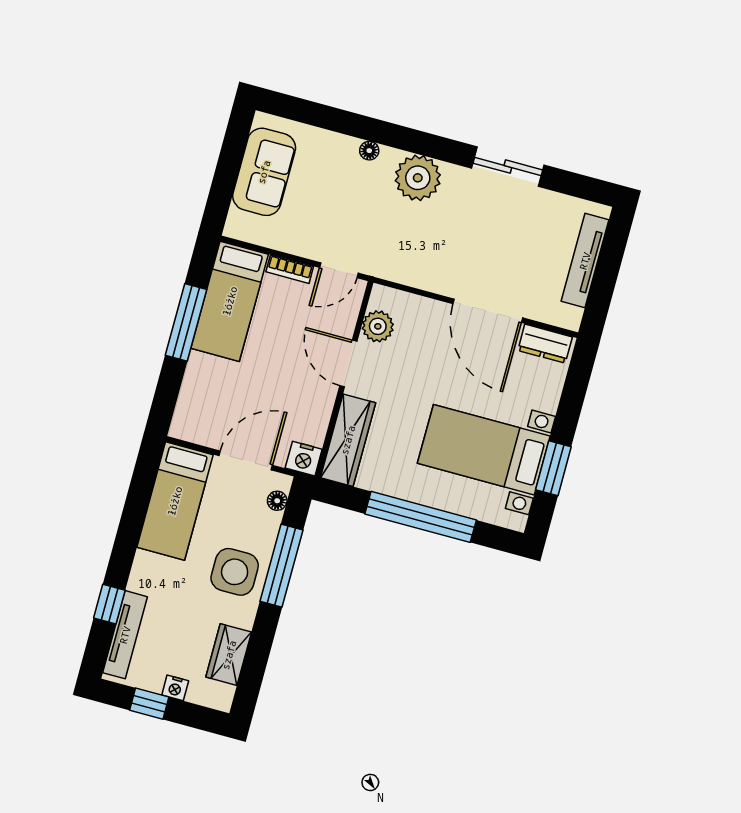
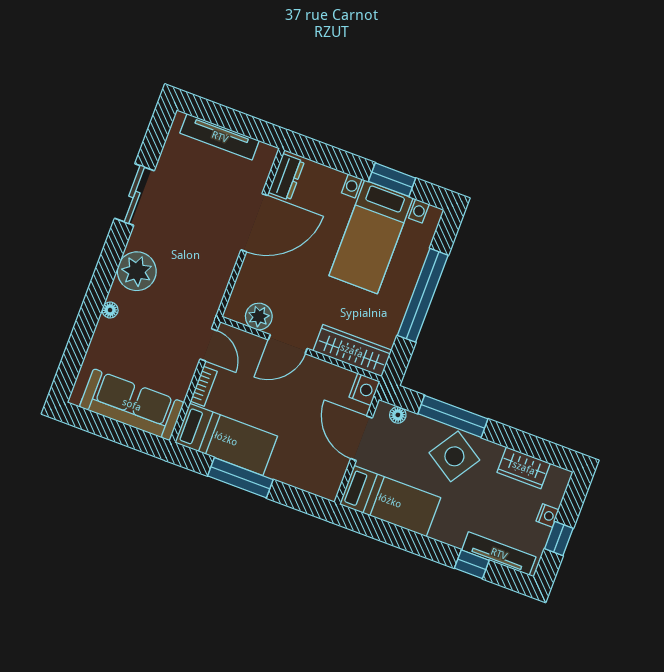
sofa: (264, 172) -> (132, 405), width x1.36
side table: (235, 572) -> (454, 456), turned 33

